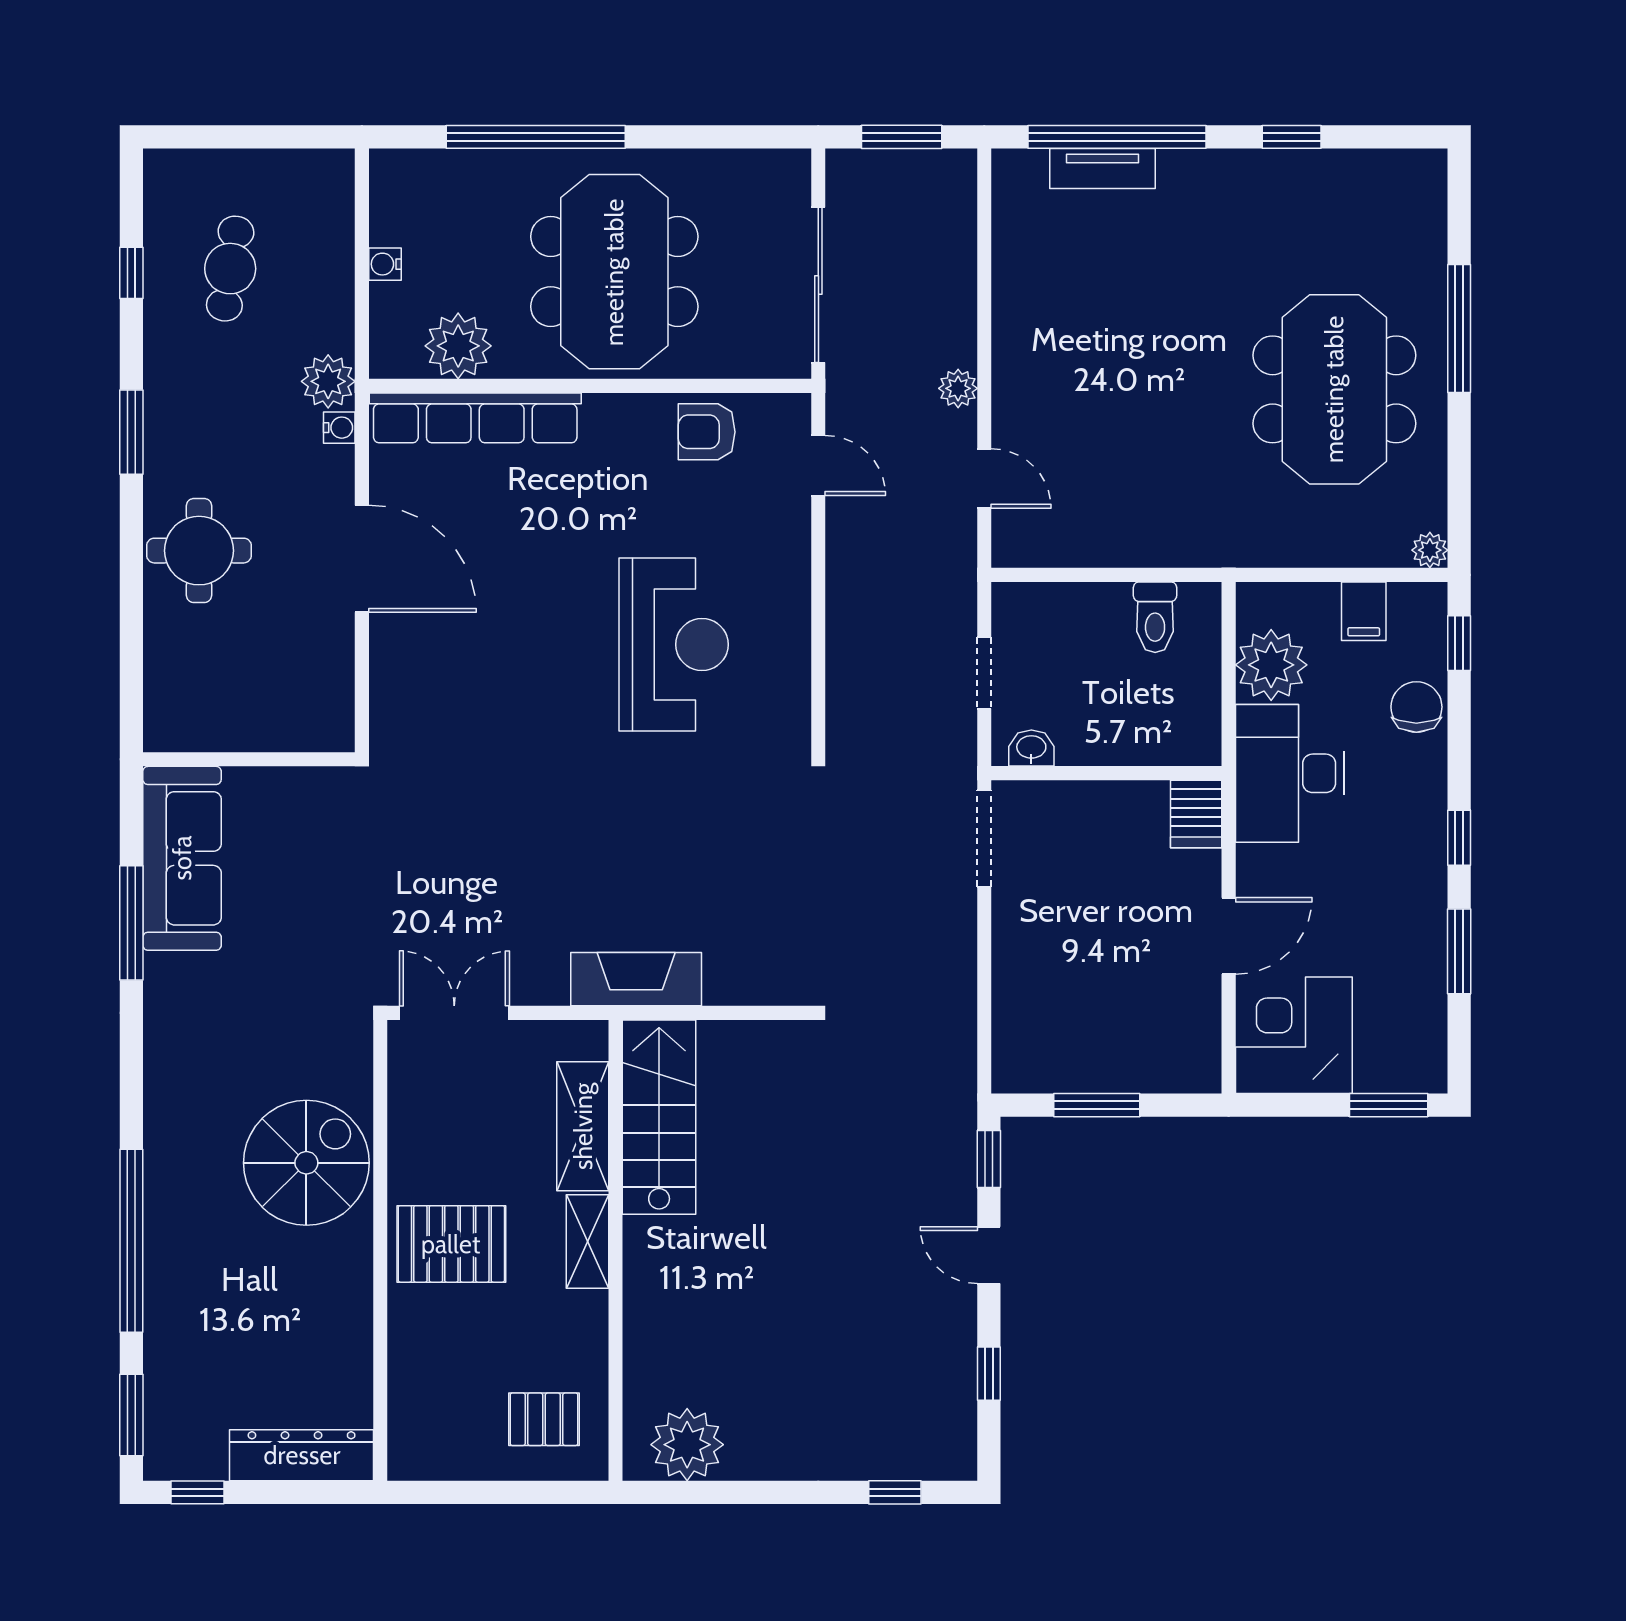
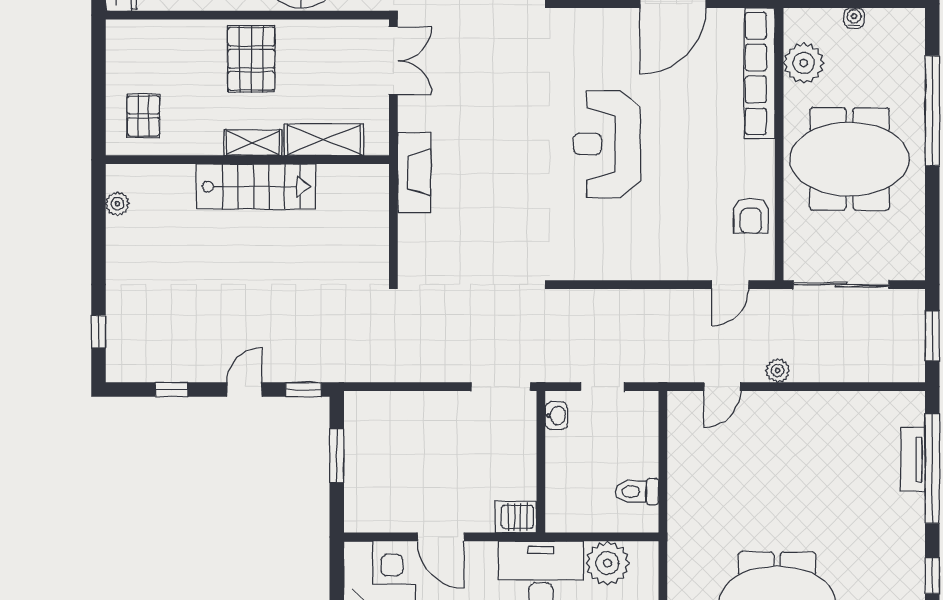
armchair: (707, 432) -> (751, 216), turned 180
reception desk: (674, 645) -> (607, 144), moved, turned 90
stairs: (659, 1117) -> (256, 187), moved
plant: (687, 1445) -> (117, 204), width x0.53, depth x0.53

